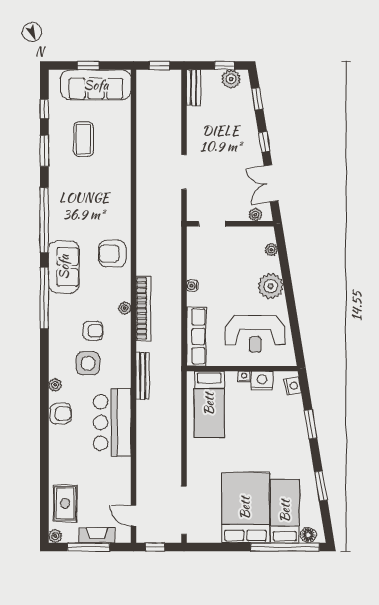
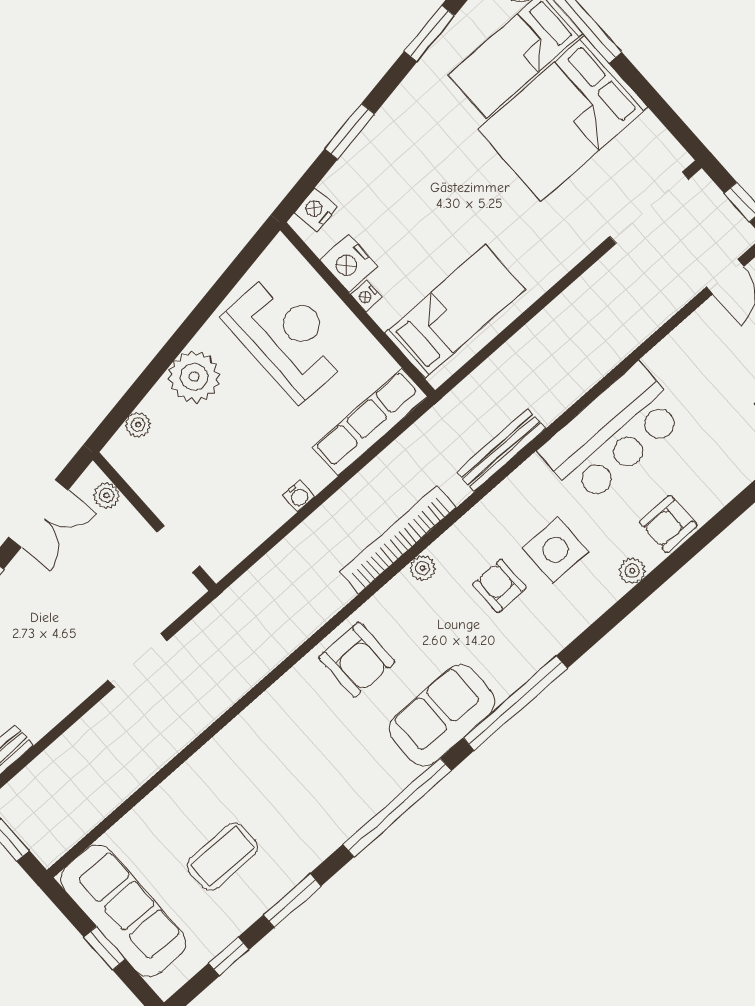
armchair: (61, 414) -> (668, 524), turned -90

